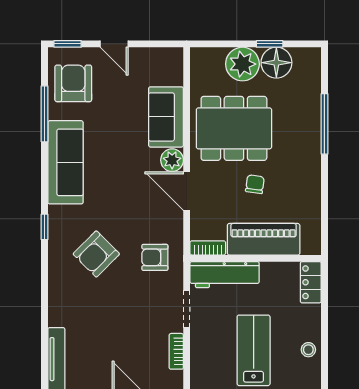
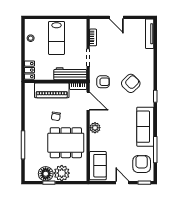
armchair: (73, 83) -> (142, 164), turned 180
sofa: (166, 117) -> (98, 166), moved
door: (187, 191) -> (88, 101), moved

